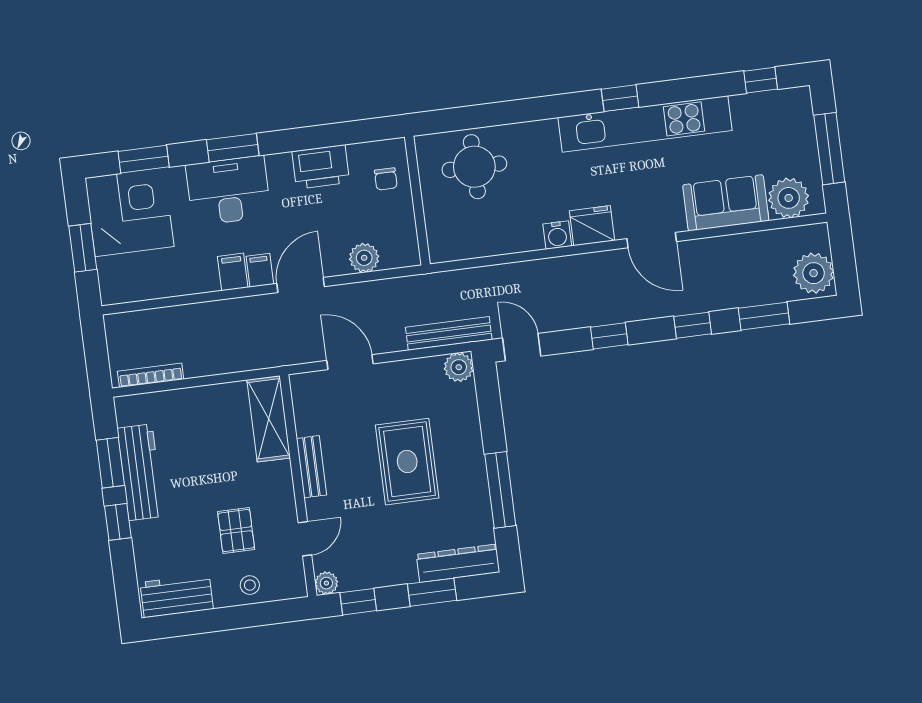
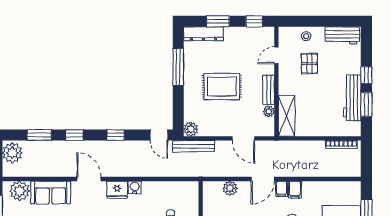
rug: (407, 462) -> (222, 86), turned 90
plant: (326, 583) -> (269, 111), moved

